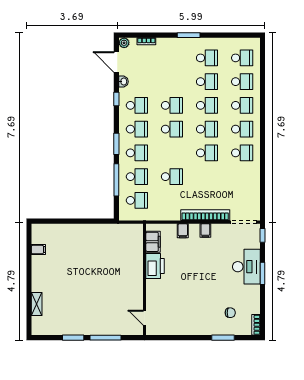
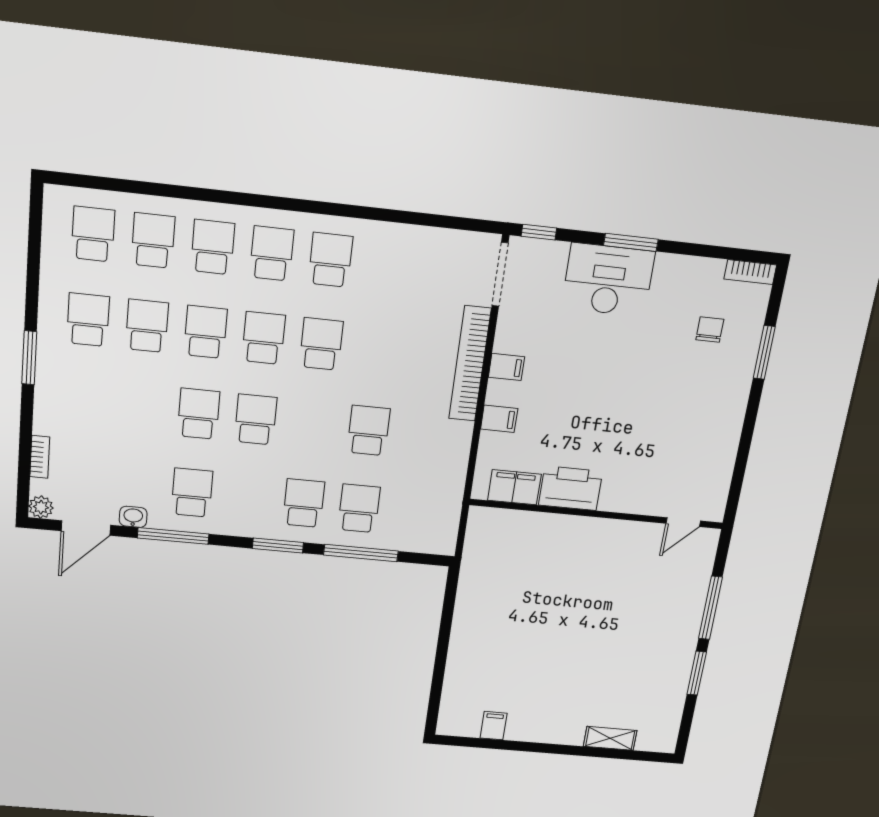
window: (116, 99) -> (173, 536), width x2.17
school desk: (137, 129) -> (248, 498), removed
school desk: (137, 200) -> (414, 513), removed

